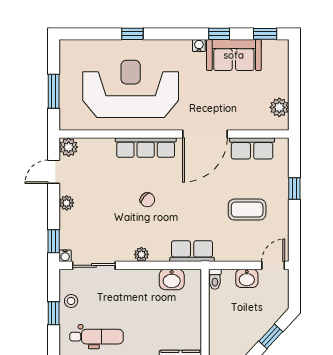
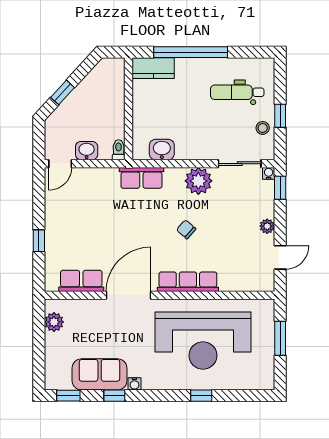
plant: (69, 147) -> (265, 282), removed
coffee table: (247, 210) -> (86, 220), removed
plant: (141, 254) -> (198, 181), width x1.88, depth x1.88

